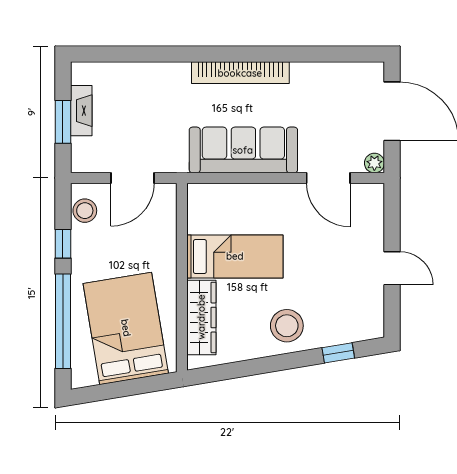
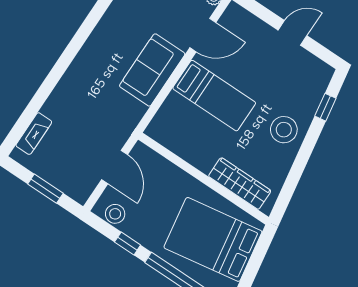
bookcase: (240, 73) -> (92, 47), removed
fireplace: (81, 111) -> (34, 134), moved, turned 90
sofa: (243, 150) -> (152, 70), width x0.73
bed: (235, 256) -> (214, 96), moved, turned 90

